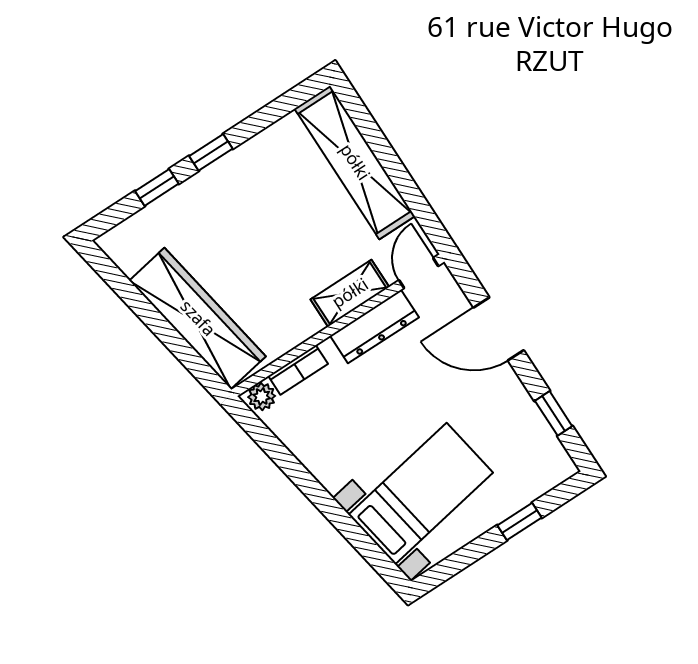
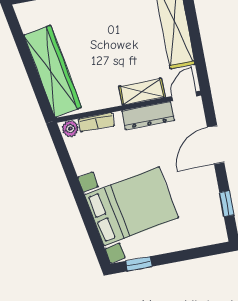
door: (499, 329) -> (216, 145), hinge flipped
bed with nightstands: (421, 494) -> (131, 206), width x1.36
window: (520, 522) -> (139, 264), moved

